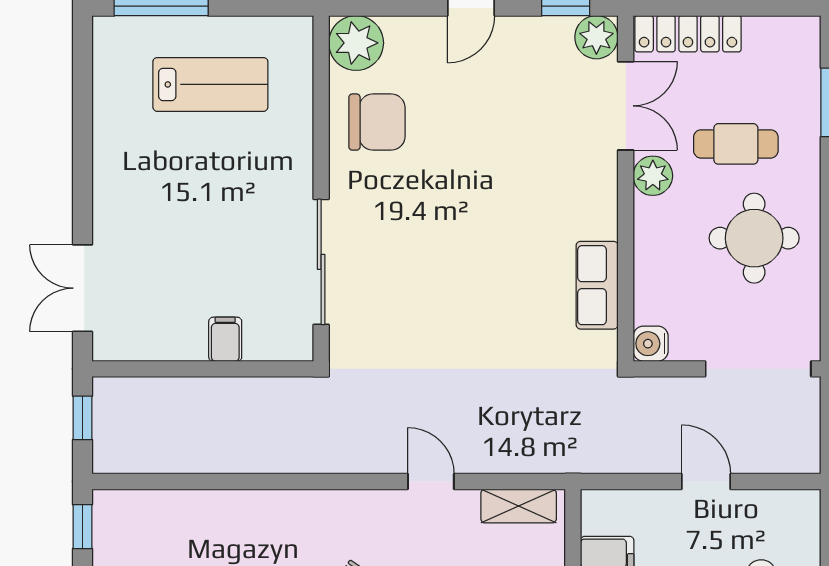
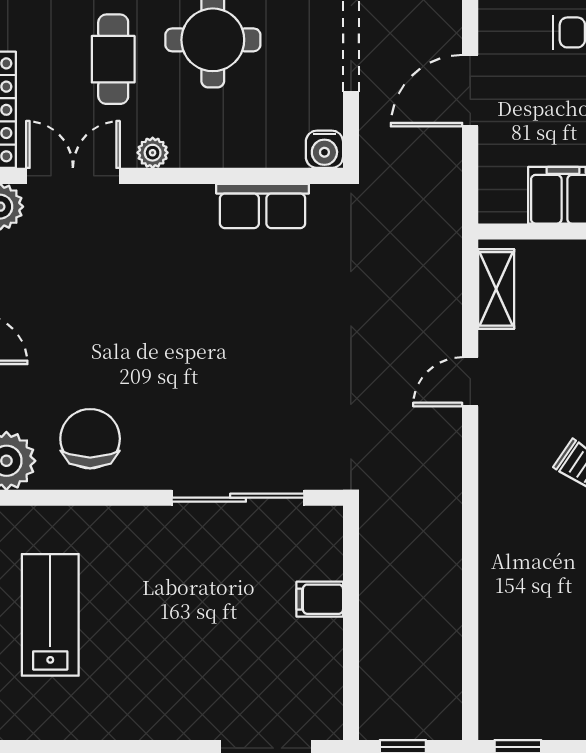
plant: (653, 176) -> (153, 153), width x0.73, depth x0.73
door: (706, 482) -> (470, 91), width x1.38

